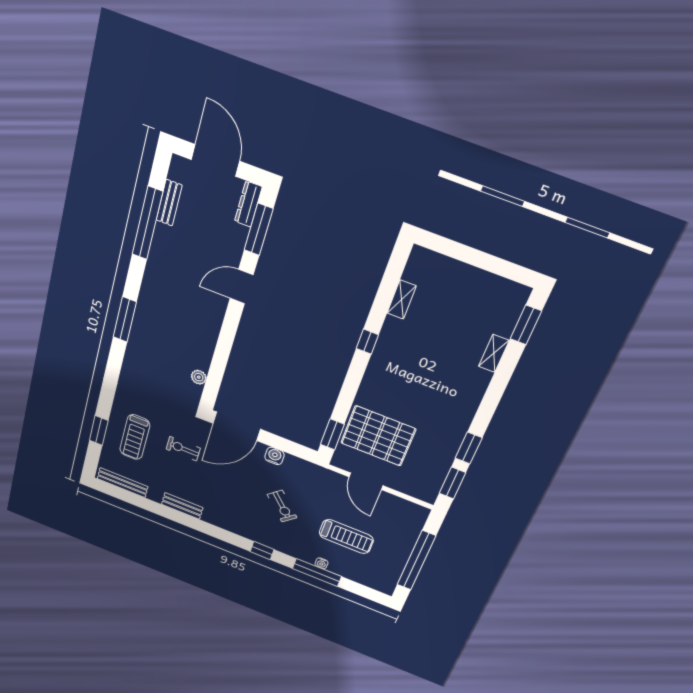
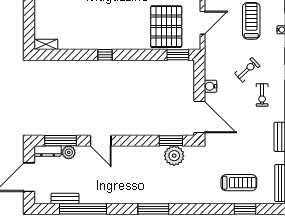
plant: (237, 235) -> (69, 152), added
shelving: (402, 300) -> (46, 44), moved
plant: (199, 377) -> (174, 156), width x1.87, depth x1.87
window: (214, 379) -> (171, 141), added
exercise bike: (183, 449) -> (262, 95), moved

